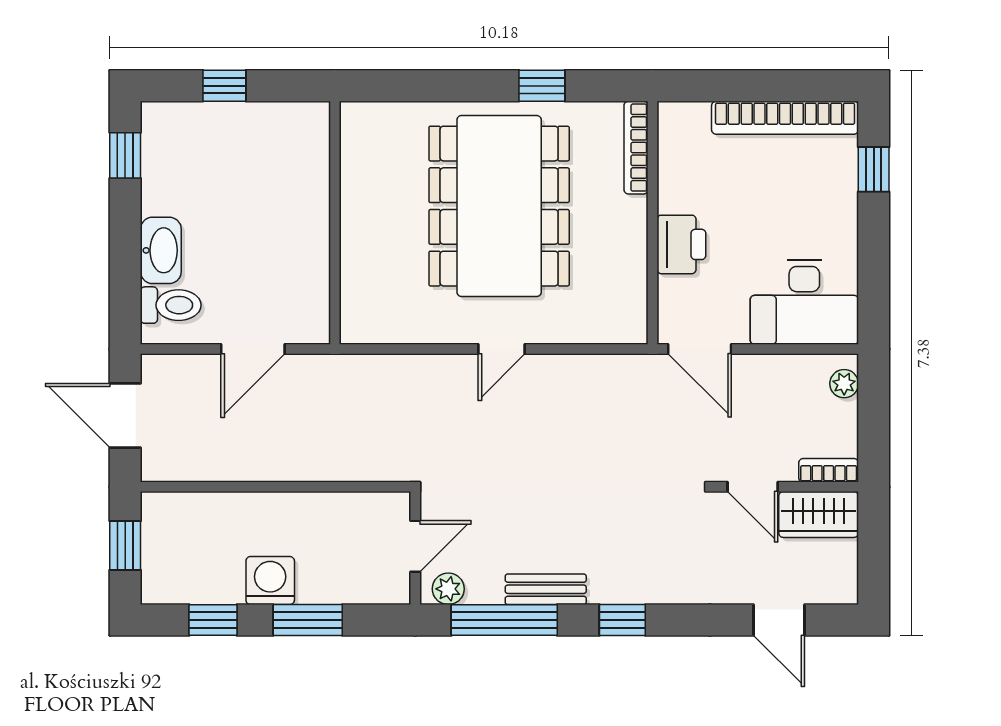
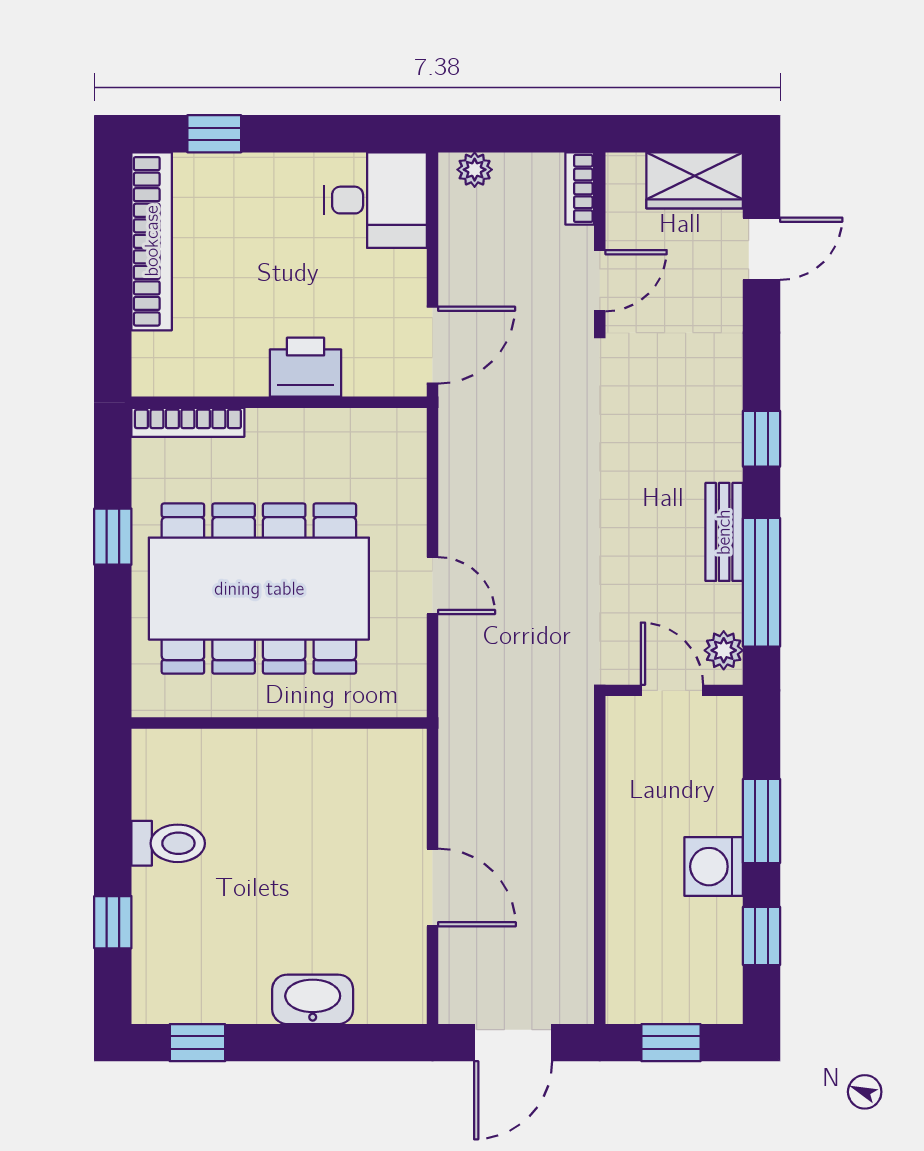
wall: (335, 223) -> (279, 723), moved
desk: (804, 302) -> (375, 200), width x0.73
toilet: (171, 305) -> (168, 843), moved, turned 90
wardrobe: (819, 514) -> (695, 180), moved, turned 90

